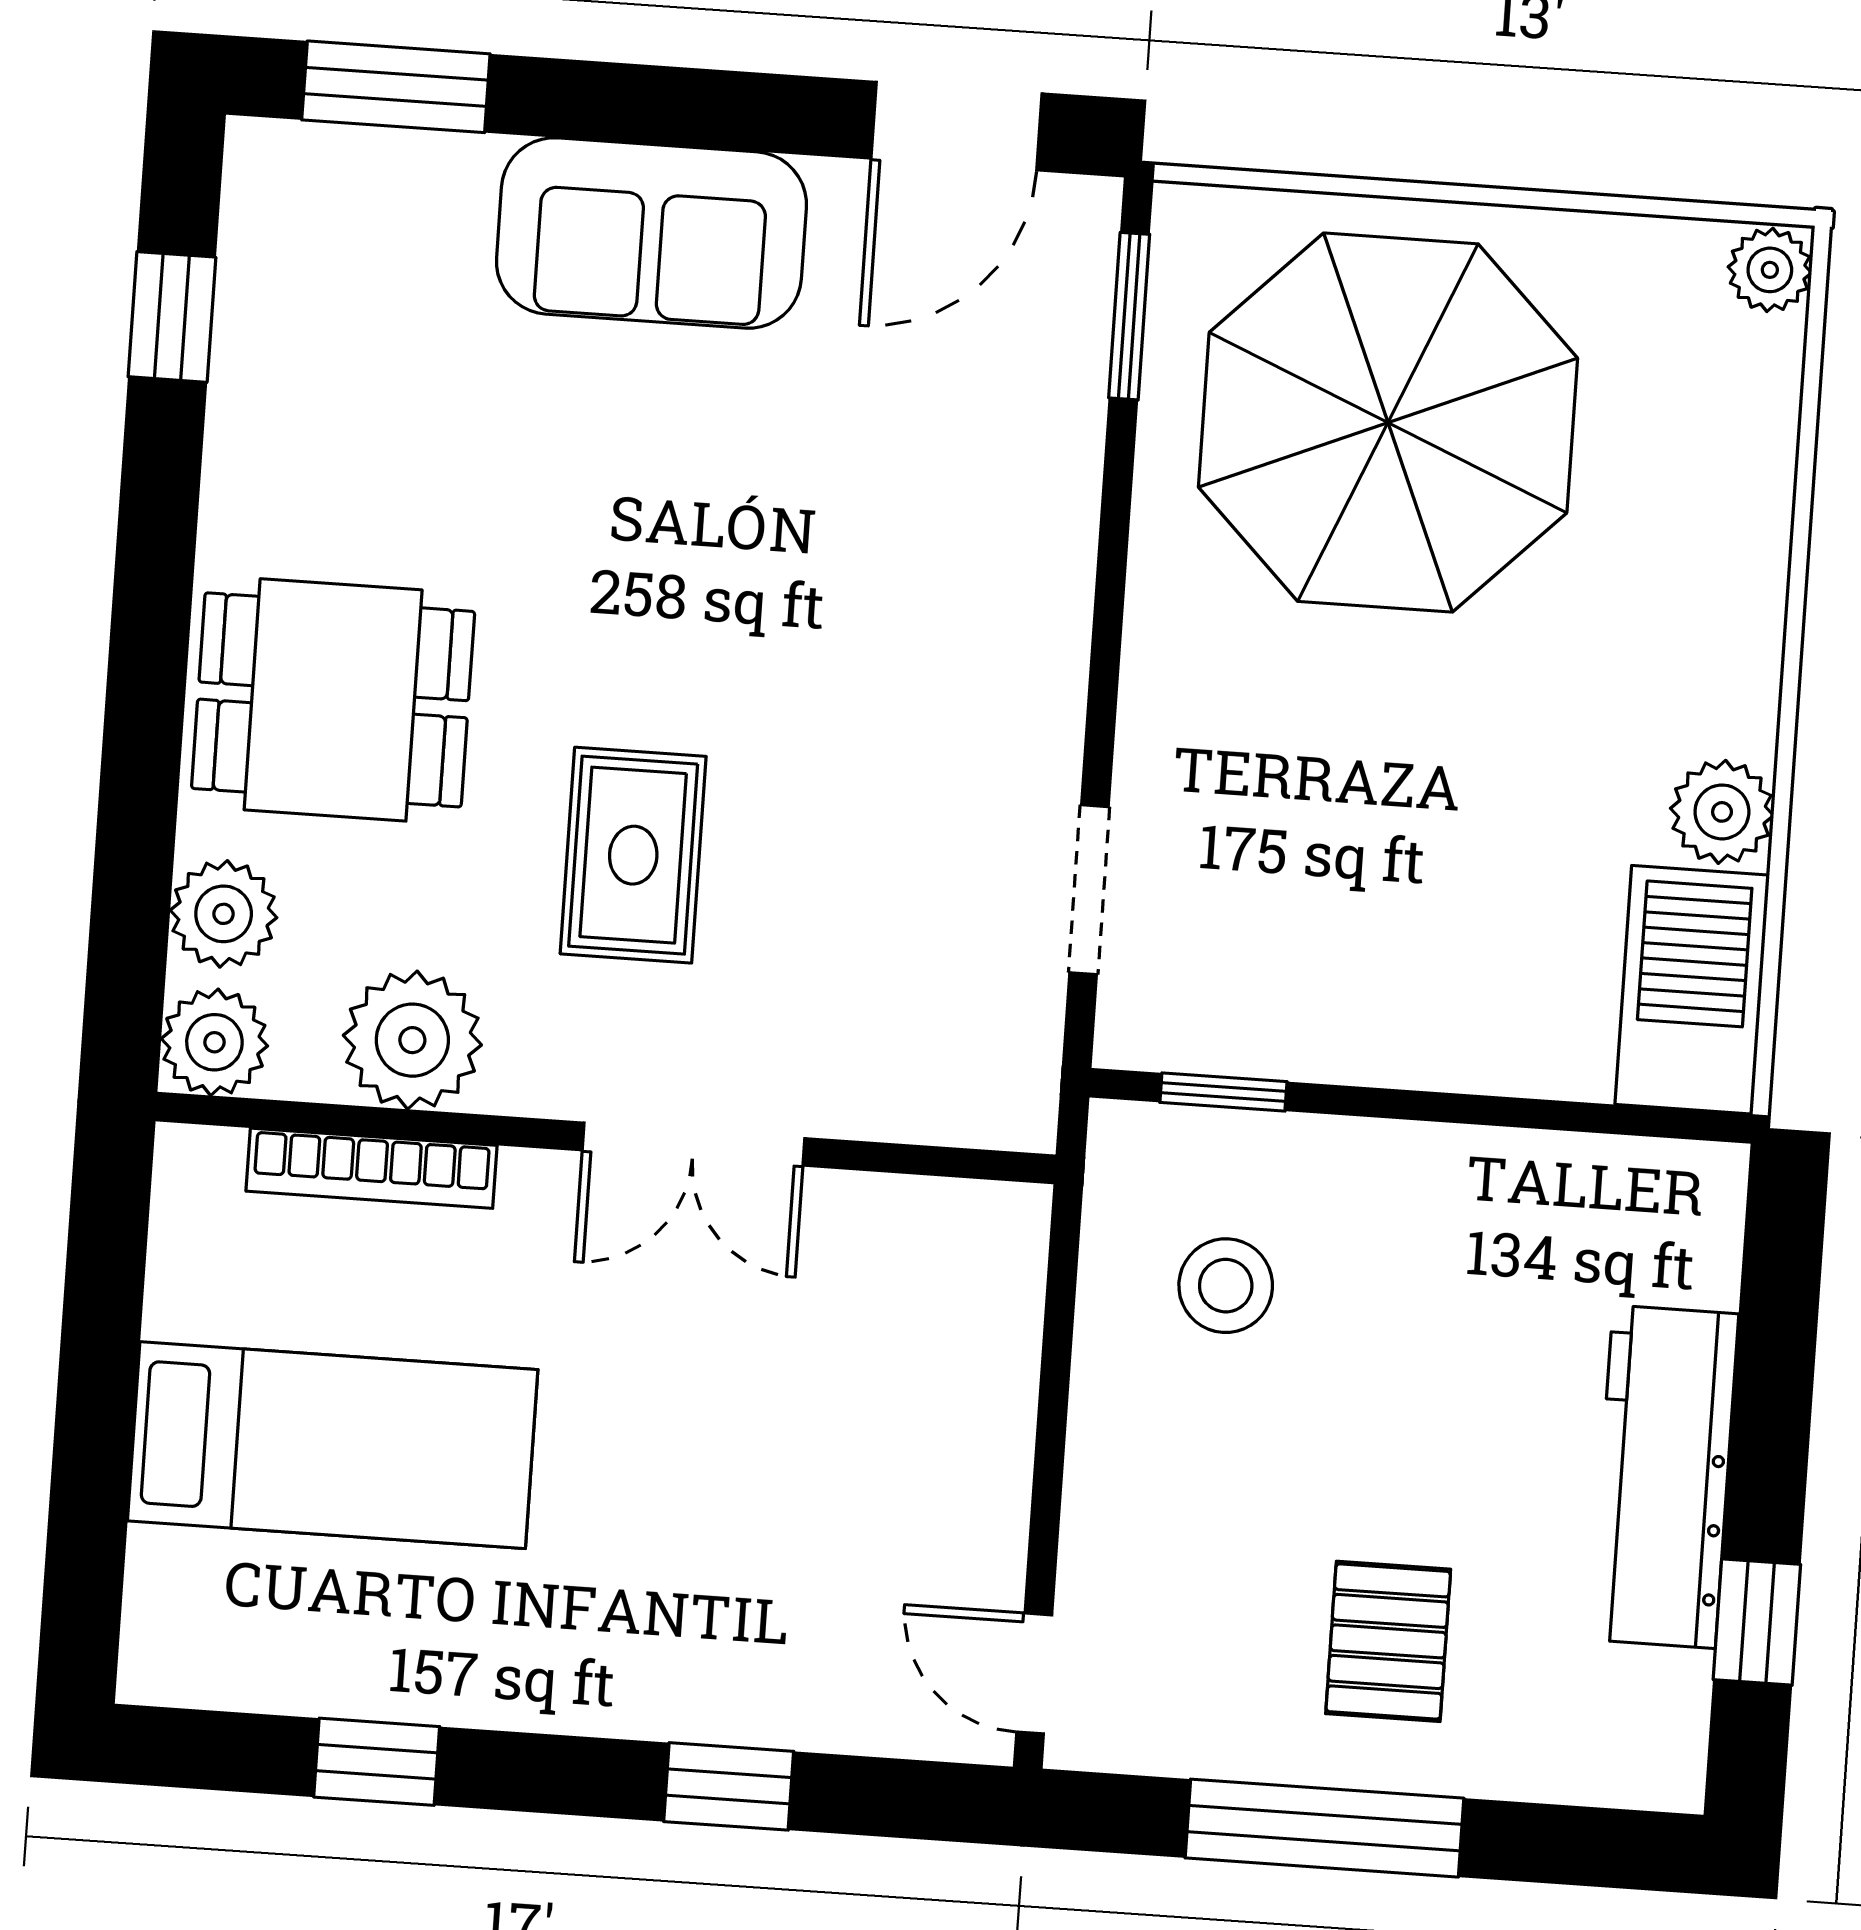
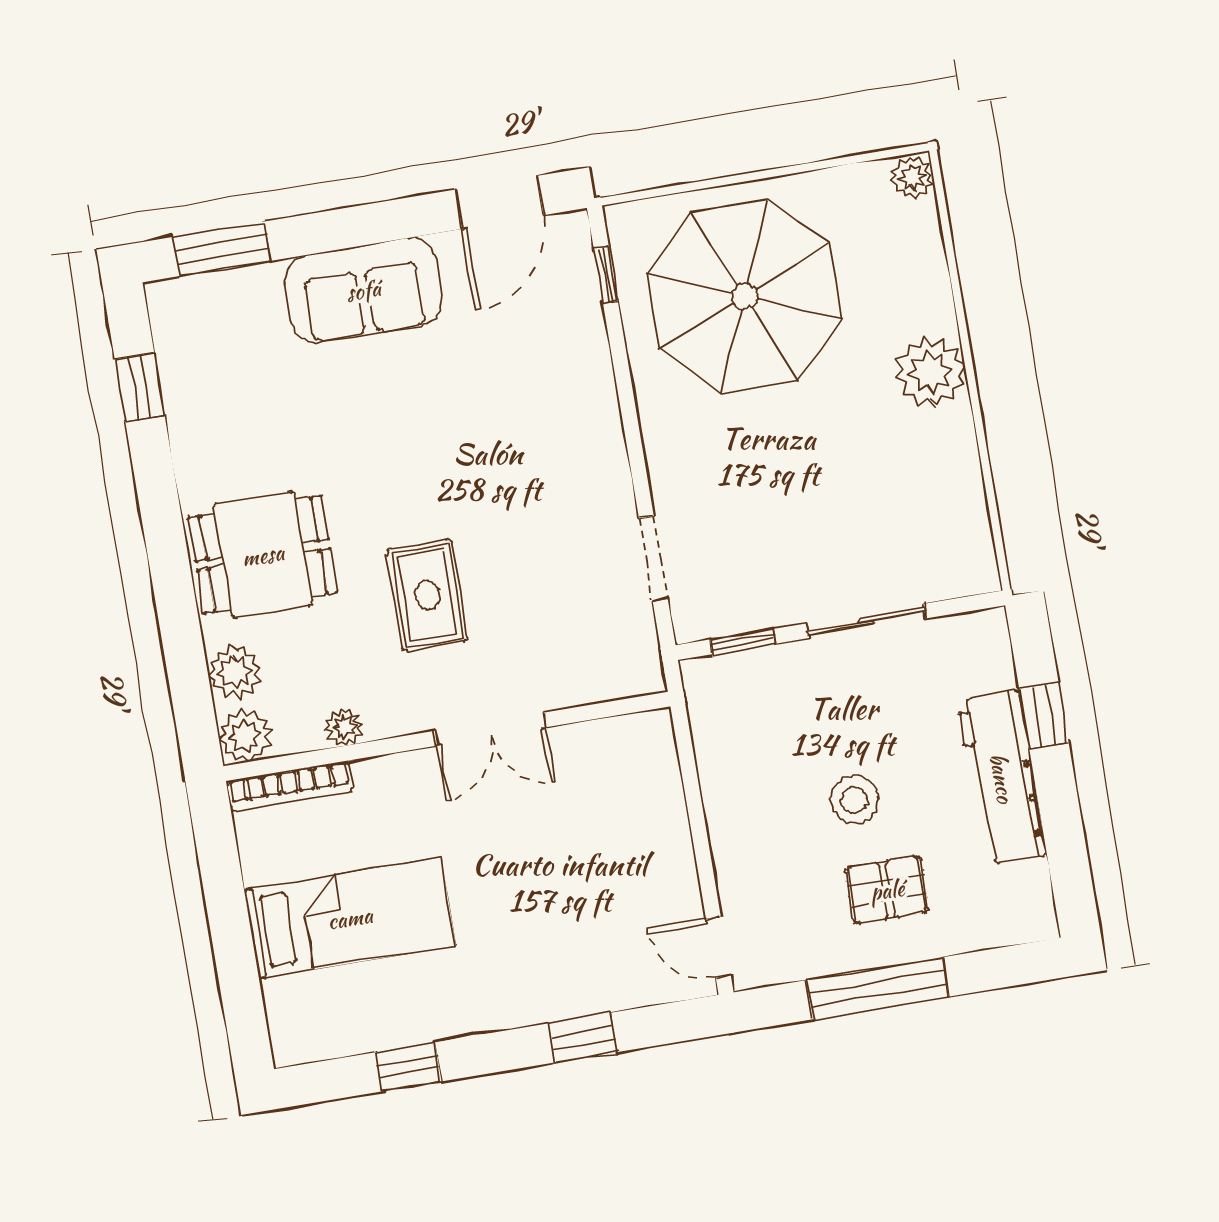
window: (1129, 316) -> (606, 275), width x0.67
plant: (1722, 812) -> (930, 372), moved, width x1.36, depth x1.36
barbecue: (1692, 990) -> (959, 537), removed
plant: (412, 1040) -> (344, 727), width x0.53, depth x0.53
sliding door: (1474, 1109) -> (866, 621), added
bookcase: (372, 1168) -> (289, 786), moved
stool: (1226, 1286) -> (854, 800), moved
window: (1757, 1622) -> (1044, 716), moved
pallet: (1388, 1641) -> (887, 890), turned 90

